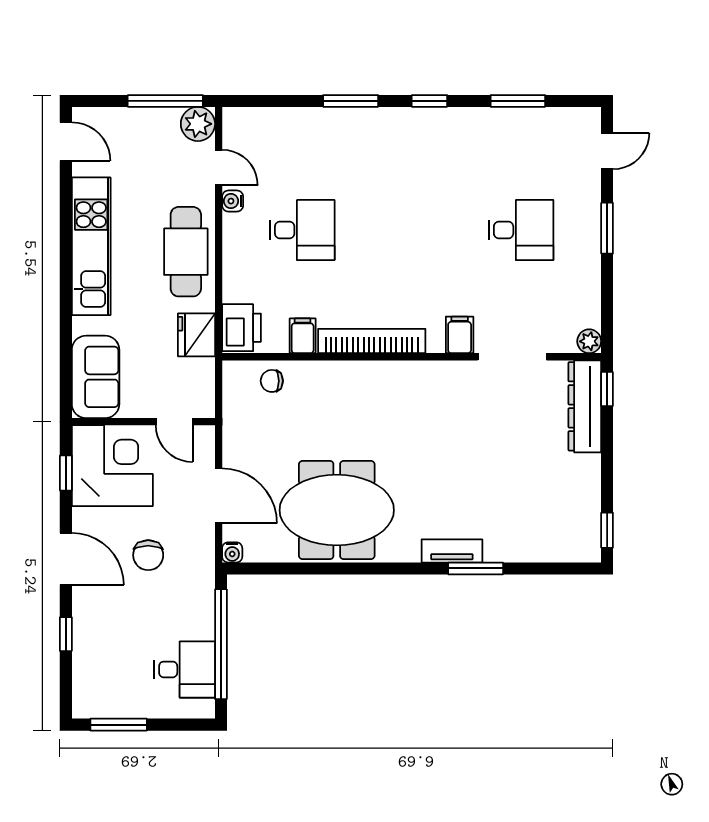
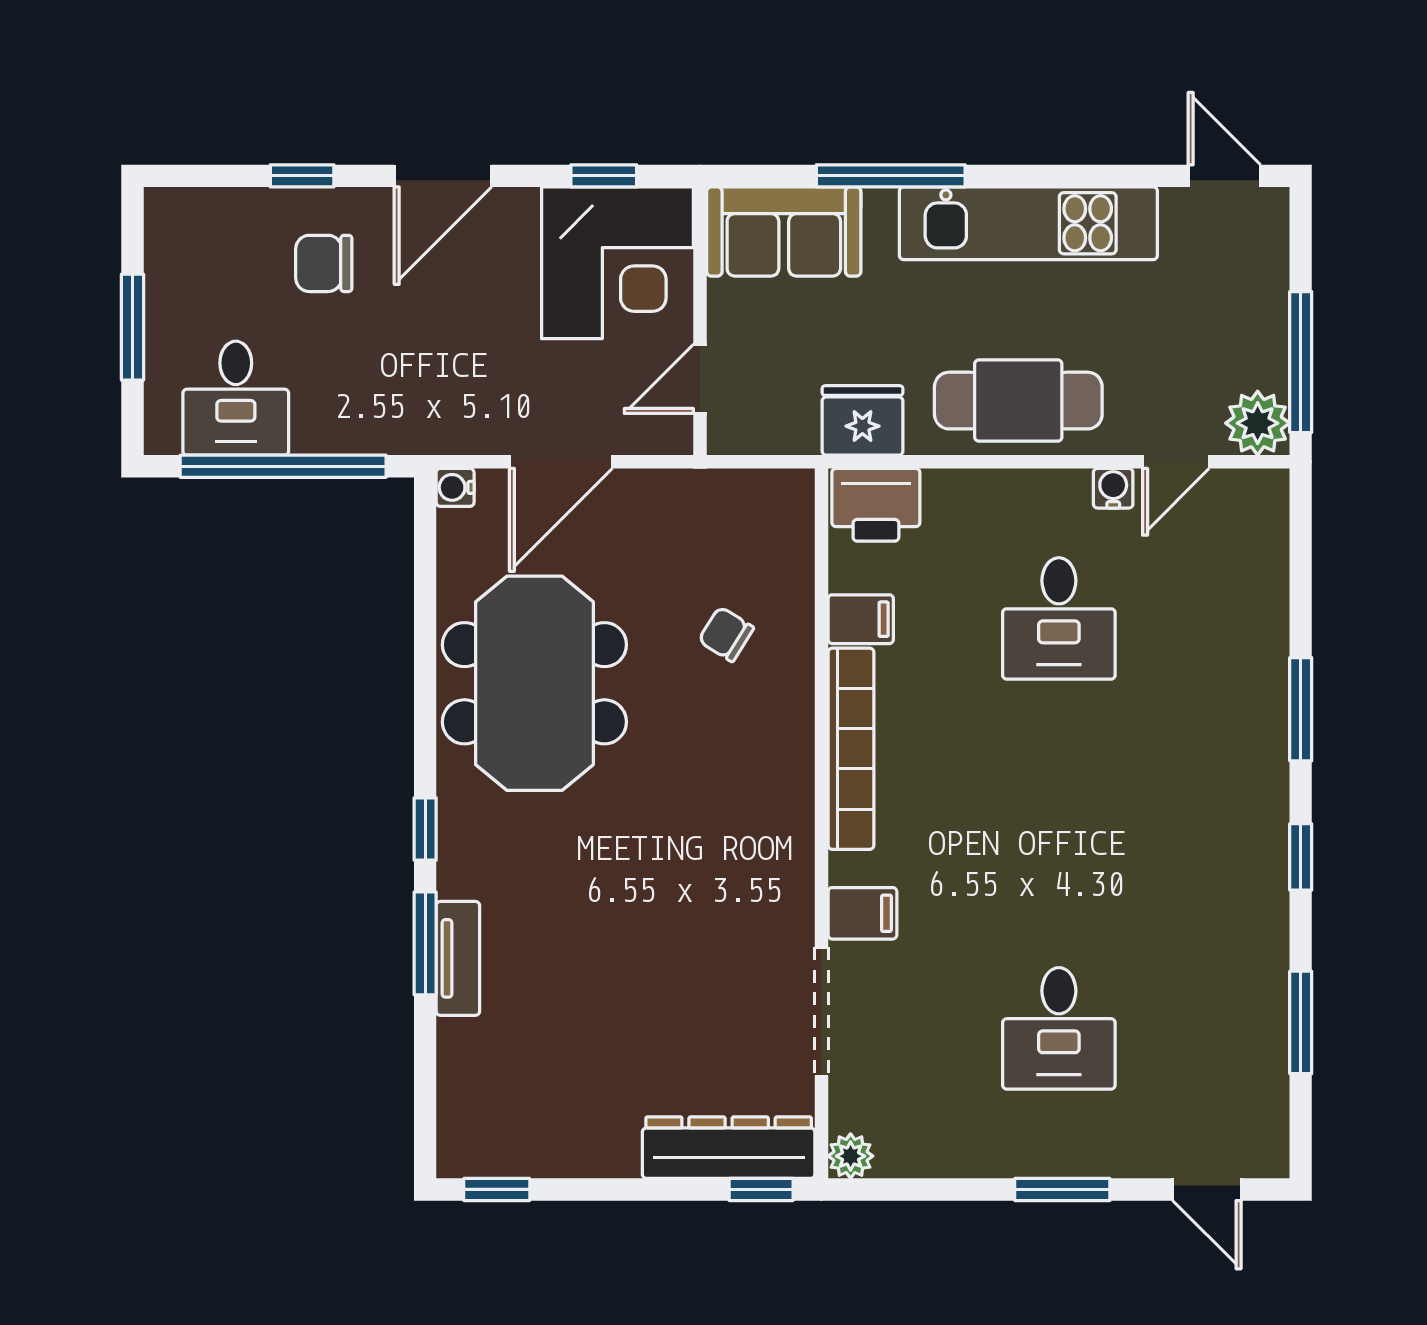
door: (66, 142) -> (1224, 176), swing flipped
window: (66, 320) -> (891, 176), added
chair: (272, 381) -> (726, 634), moved, turned -58
tv unit: (452, 551) -> (458, 958), moved
chair: (148, 555) -> (324, 263), moved
window: (415, 568) -> (425, 829), added
window: (119, 725) -> (132, 327), moved

